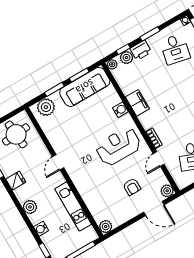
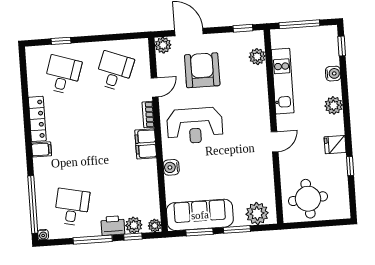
window: (150, 34) -> (93, 240), width x1.44
filing cabinet: (137, 103) -> (146, 144), moved
armchair: (132, 187) -> (202, 70), width x1.88, depth x1.88
plant: (106, 227) -> (257, 57), moved
window: (118, 229) -> (243, 28), added

